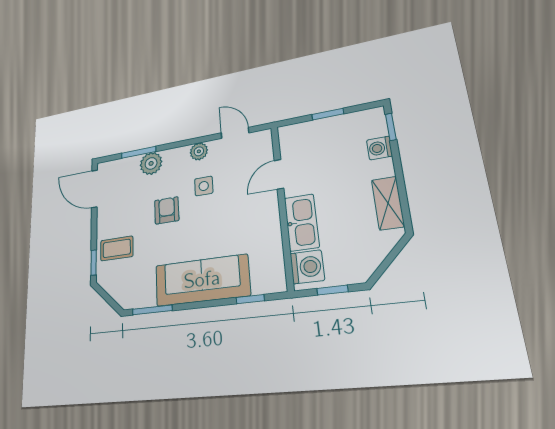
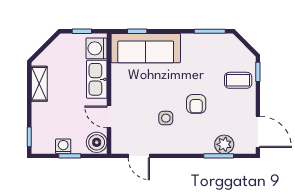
boiler: (292, 139) -> (97, 142), added
washing machine: (379, 148) -> (63, 146), moved, turned -90
plant: (199, 151) -> (168, 147), removed
plant: (151, 163) -> (224, 144), moved
door: (279, 174) -> (109, 117), swing flipped
sofa: (202, 280) -> (146, 48), moved

